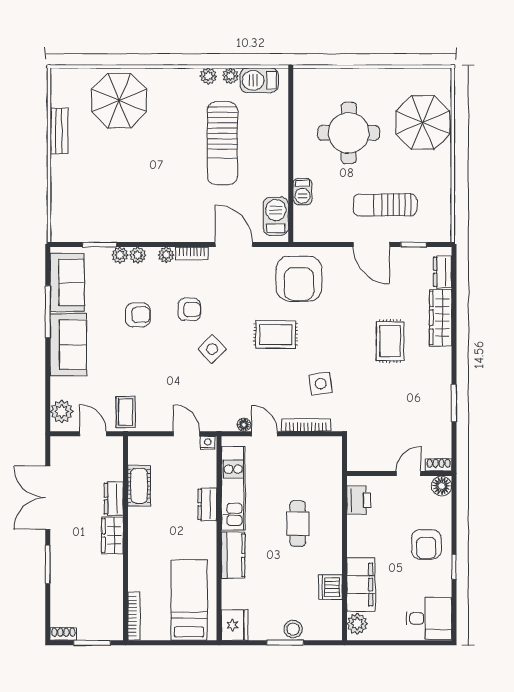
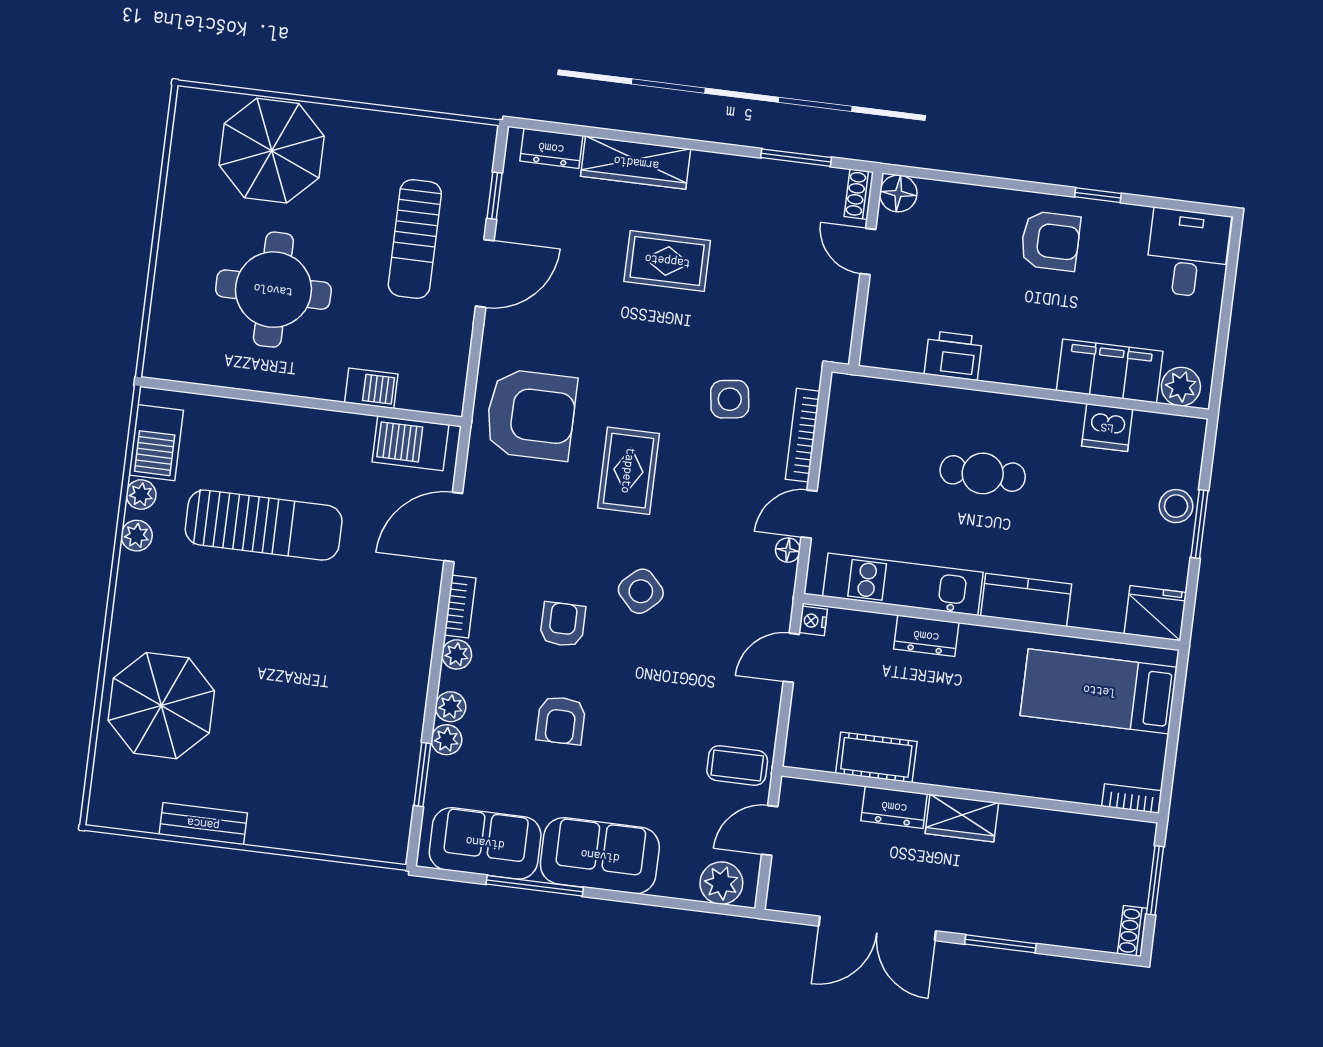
armchair: (138, 315) -> (561, 720), turned 180
shoe rack: (439, 465) -> (859, 194), moved
wall: (399, 474) -> (866, 269), moved
door: (409, 474) -> (868, 252), moved
floor lamp: (442, 486) -> (898, 193), moved
bookcase: (134, 616) -> (1132, 799), width x0.64

